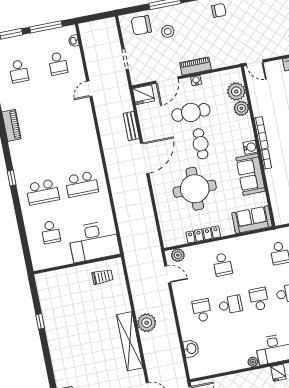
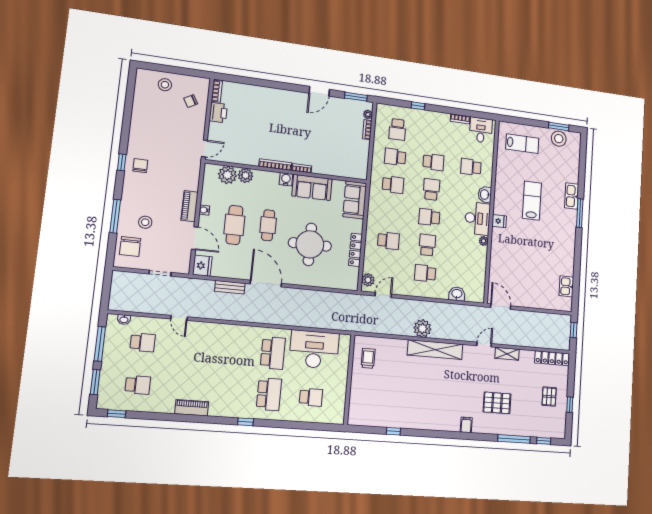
cafe table: (201, 144) -> (268, 225), turned 90
desk: (94, 241) -> (314, 349), moved, turned -90

